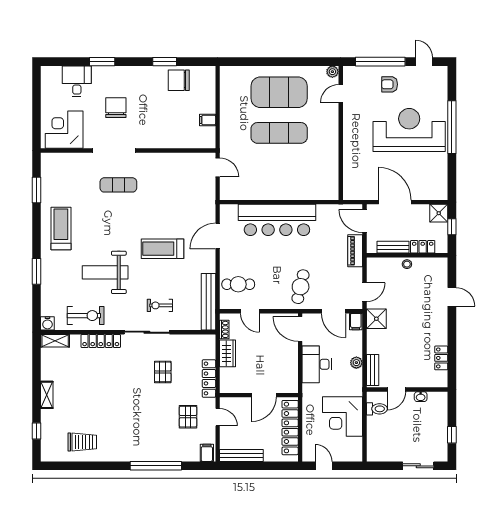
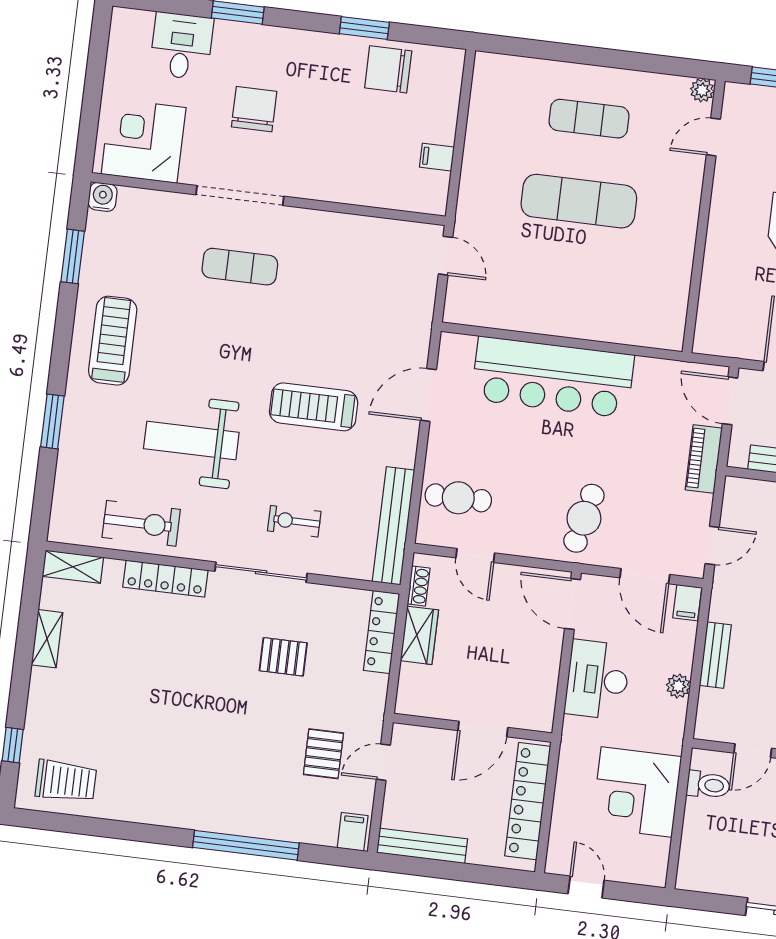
exercise mat: (279, 92) -> (589, 119), width x0.50, depth x0.69
shower: (376, 319) -> (730, 602), removed
water cooler: (47, 323) -> (103, 197), moved, turned 180
bench: (373, 370) -> (715, 655), moved
pallet: (163, 372) -> (283, 657), turned 90
locker: (209, 378) -> (382, 632), moved
shelving: (47, 395) -> (47, 639), moved
door: (218, 417) -> (383, 762), swing flipped
trolley: (82, 442) -> (66, 781), moved

